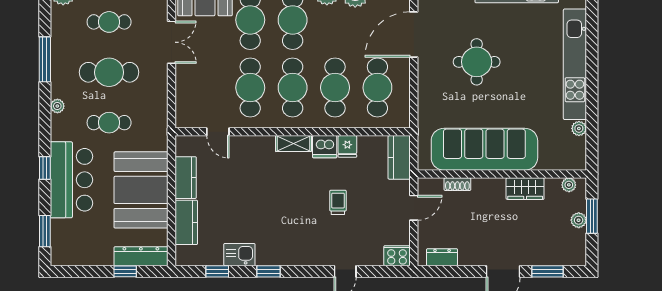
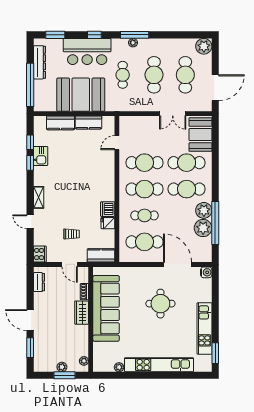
cafe table: (109, 22) -> (185, 75), width x1.37, depth x1.35
window: (45, 59) -> (135, 35), moved
cafe table: (335, 88) -> (144, 215), width x0.73, depth x0.74
shelving: (293, 143) -> (39, 197), moved
wardrobe: (525, 189) -> (82, 313), moved
trolley: (338, 202) -> (71, 234), moved
dresser: (141, 256) -> (40, 62), moved
window: (125, 271) -> (30, 85), width x3.17
window: (268, 271) -> (30, 163), moved

